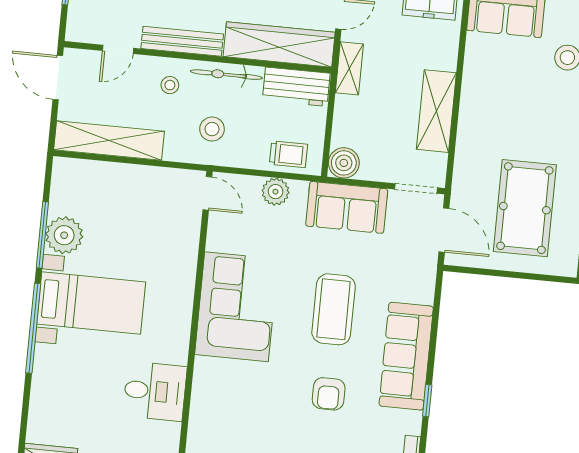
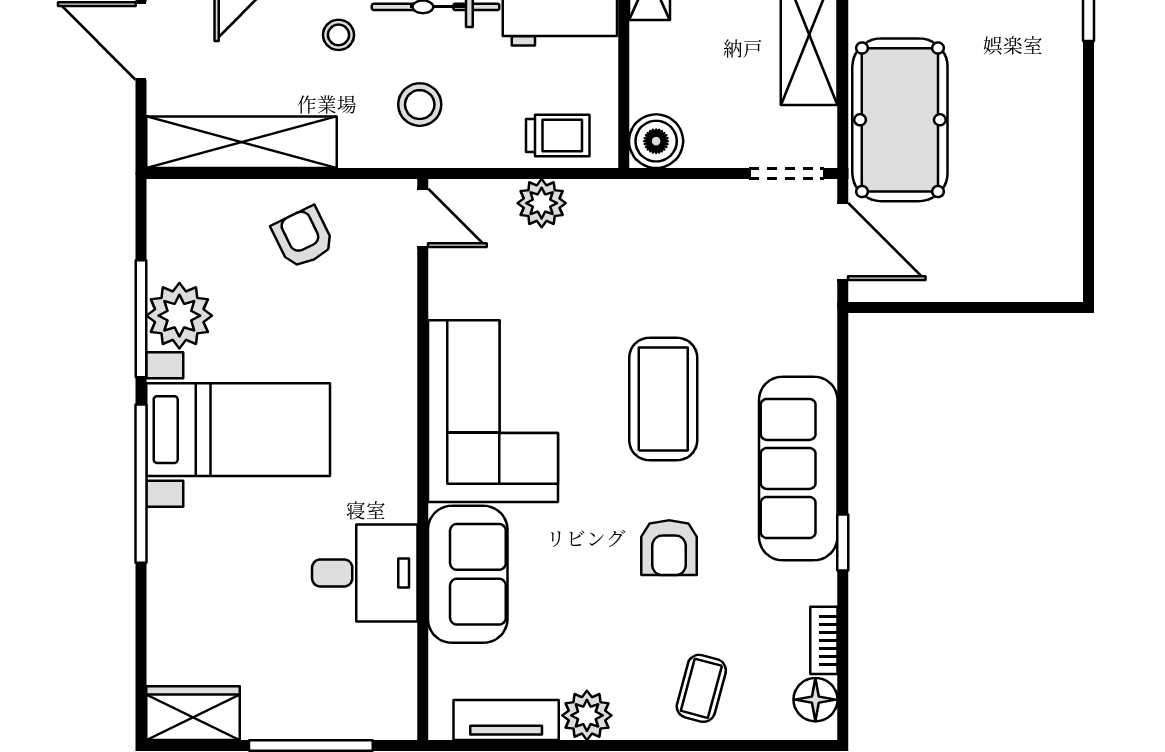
armchair: (138, 198) -> (303, 237), added
sofa: (347, 207) -> (468, 574), moved, turned -90
pool table: (525, 208) -> (900, 120), moved

